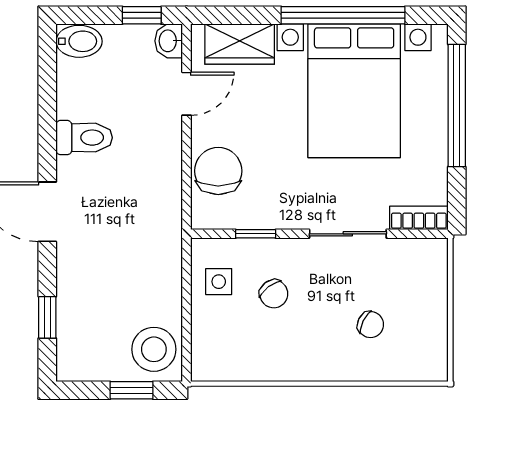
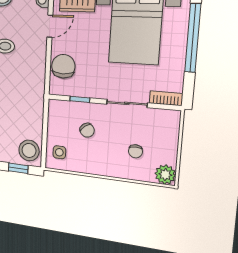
side table: (219, 282) -> (59, 152), moved
chair: (370, 325) -> (135, 151), turned 64
plant: (429, 362) -> (165, 175), added

